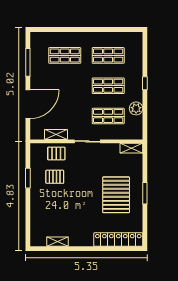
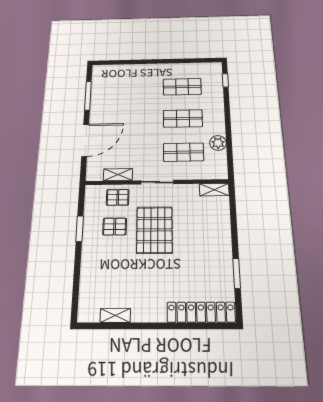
shop shelf: (65, 55) -> (131, 88), removed
window: (145, 83) -> (225, 80), moved
window: (145, 193) -> (237, 273), moved
pallet: (116, 195) -> (154, 230), moved

